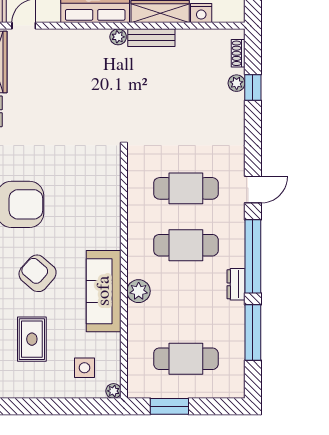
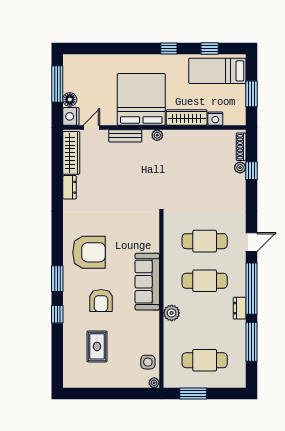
bench: (151, 38) -> (125, 136), moved
shoe rack: (238, 53) -> (241, 147), width x1.43
armchair: (38, 273) -> (101, 301), turned -131
sofa: (104, 291) -> (147, 282), moved
side table: (84, 368) -> (148, 362), moved

